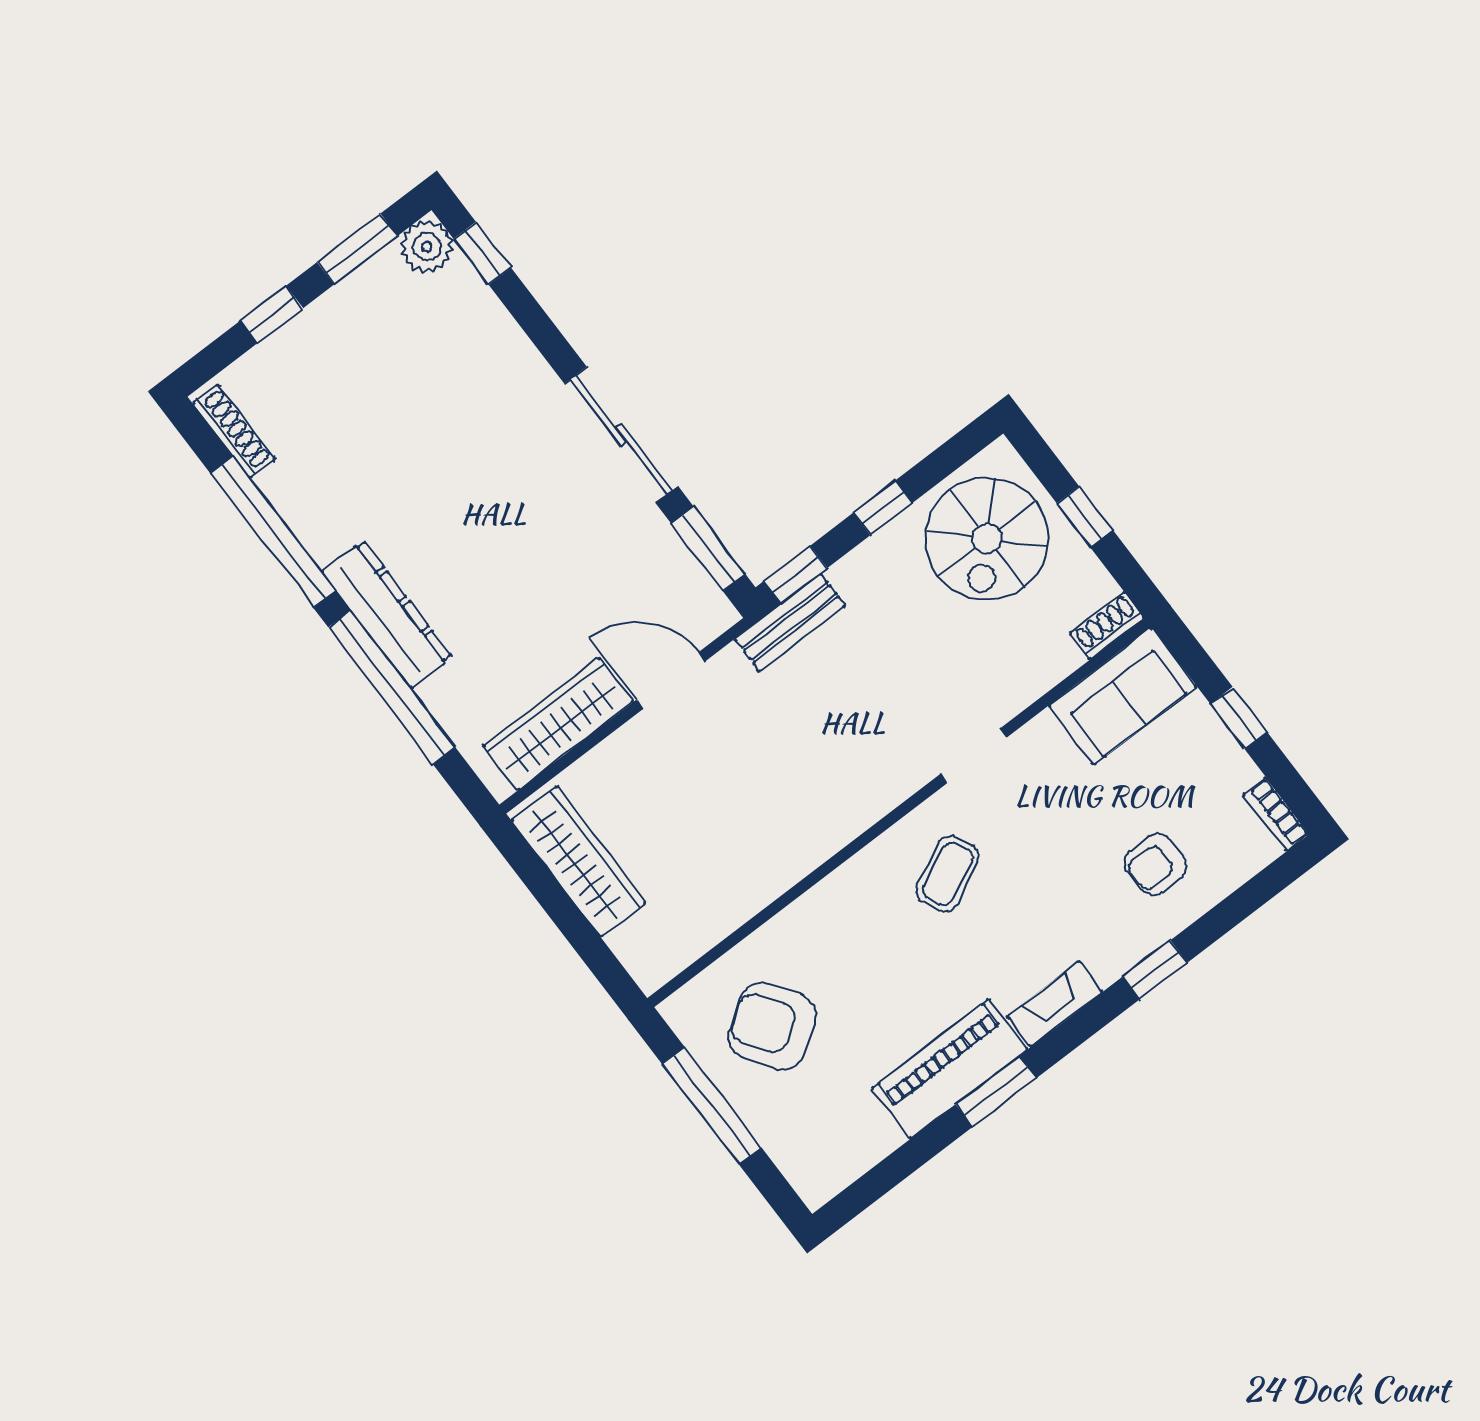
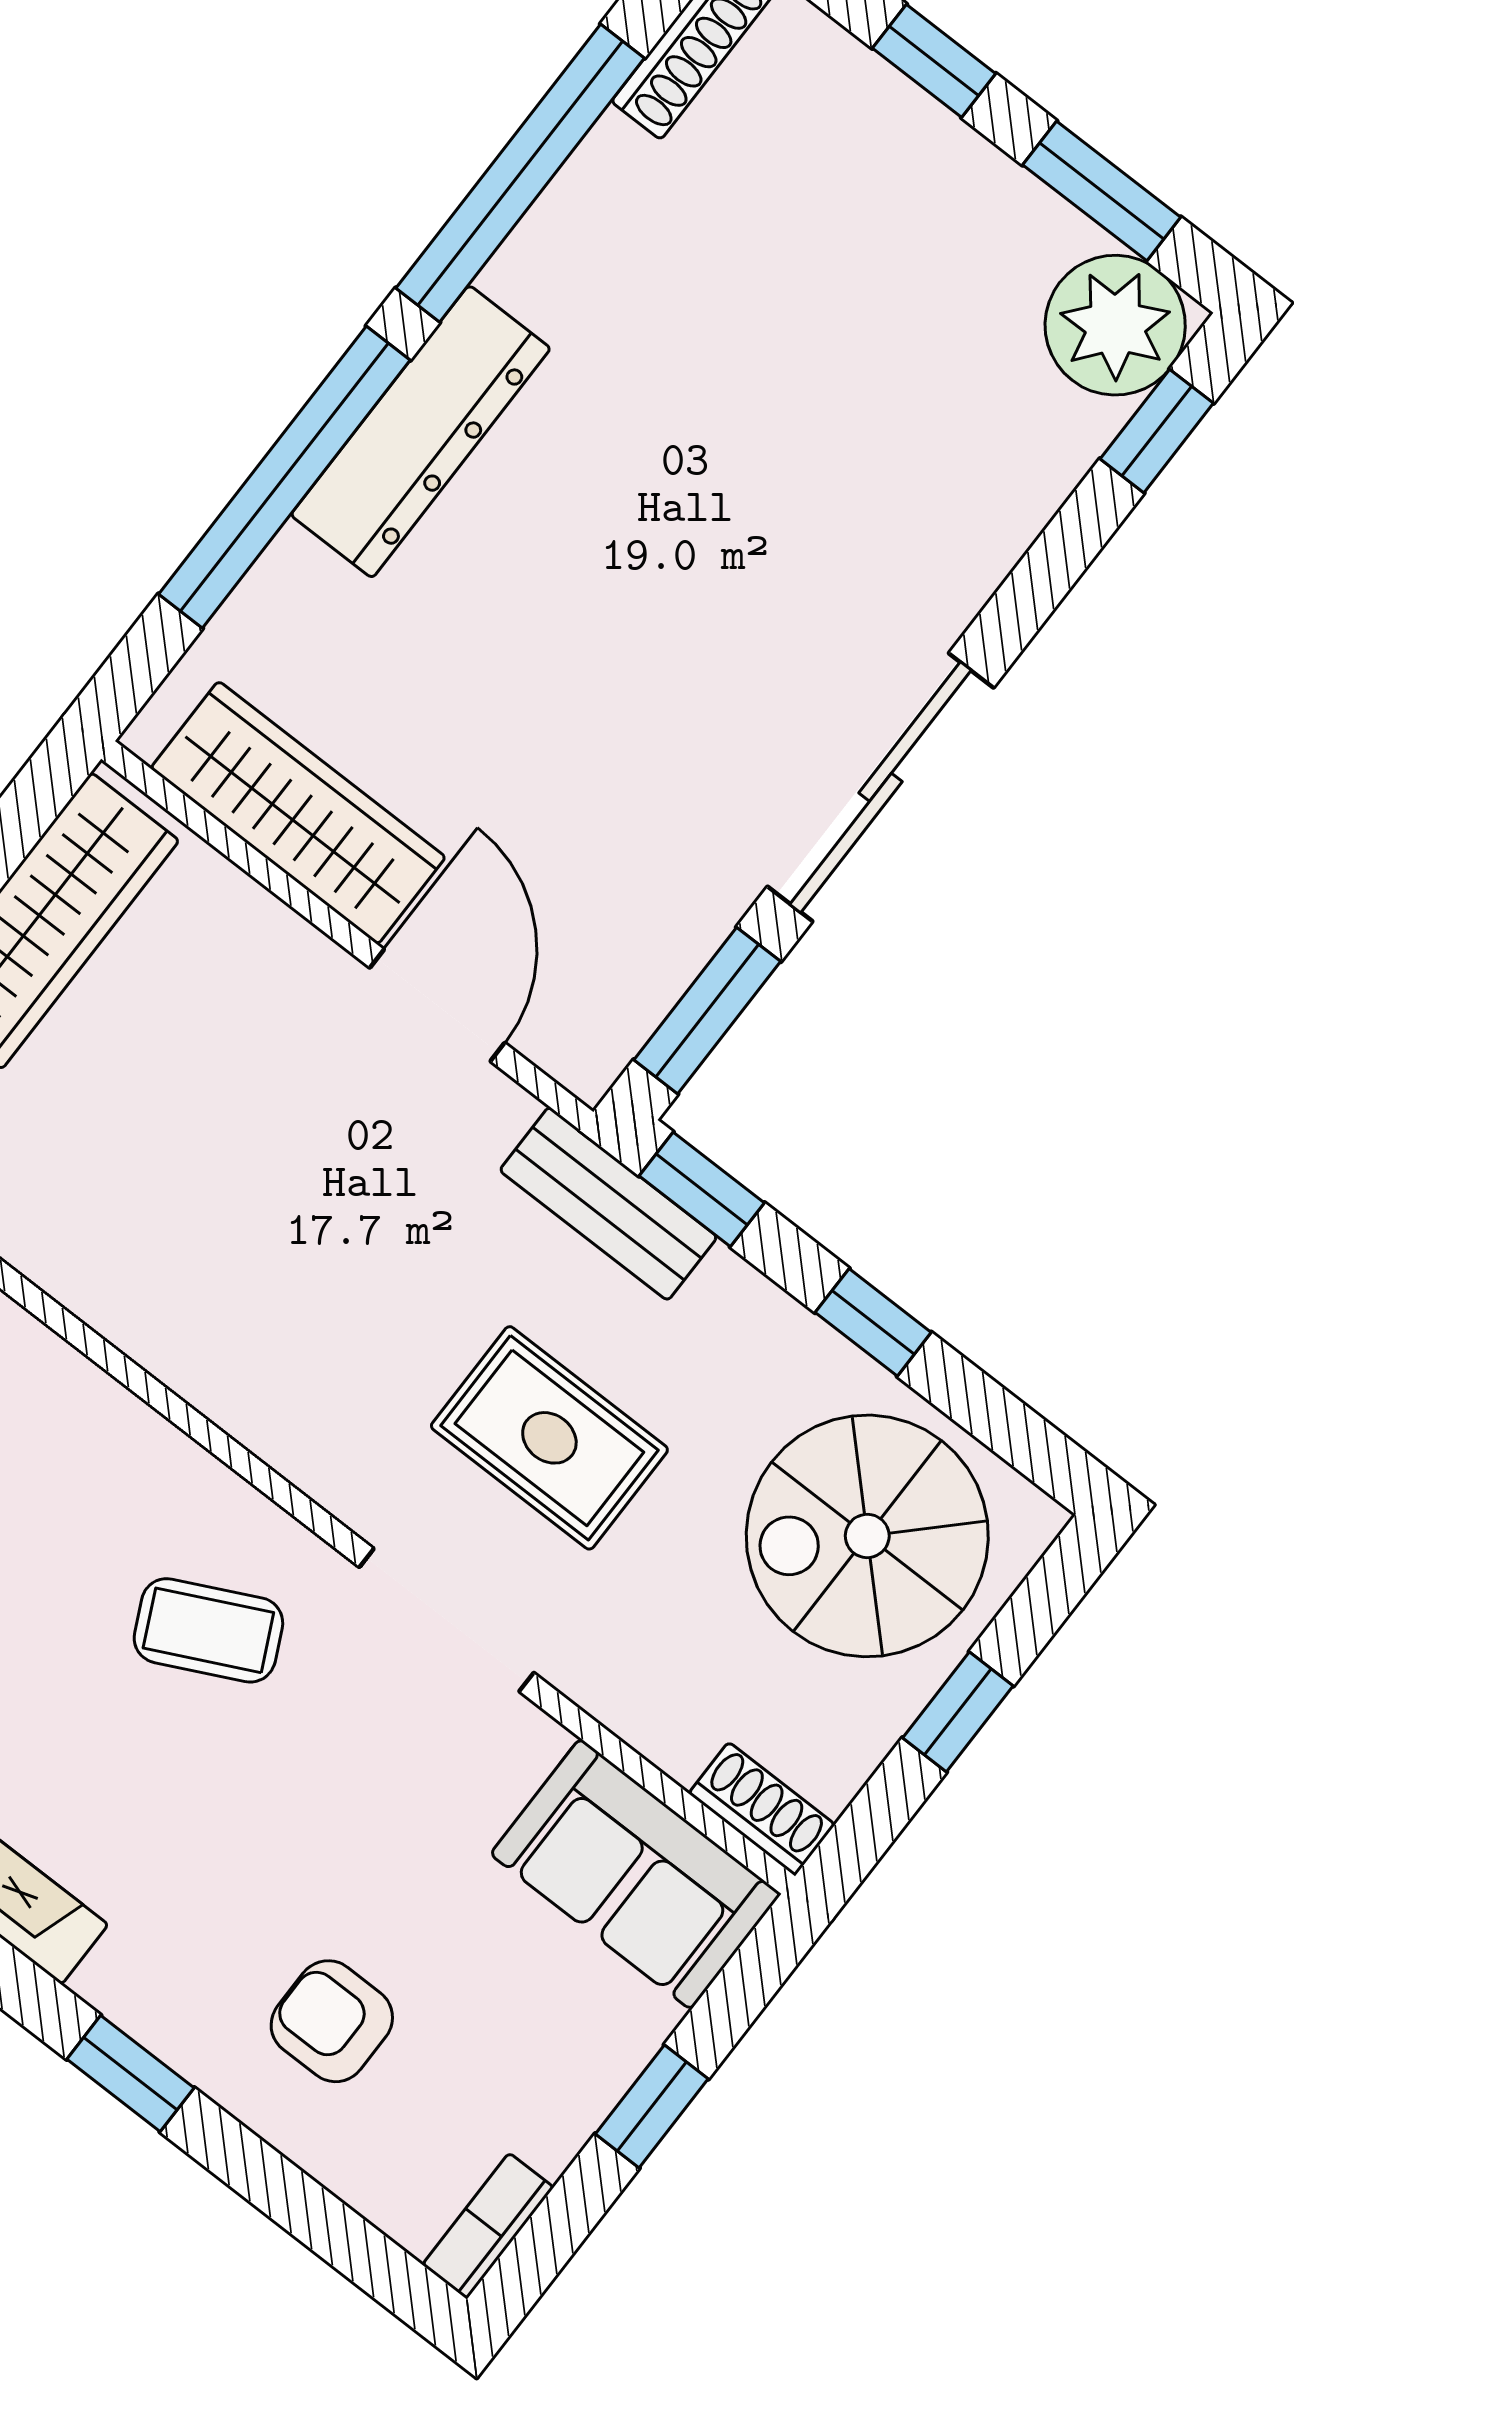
plant: (427, 247) -> (1115, 325), width x1.36, depth x1.36
rug: (897, 682) -> (549, 1438), added
doorway: (973, 756) -> (446, 1620), width x1.38

